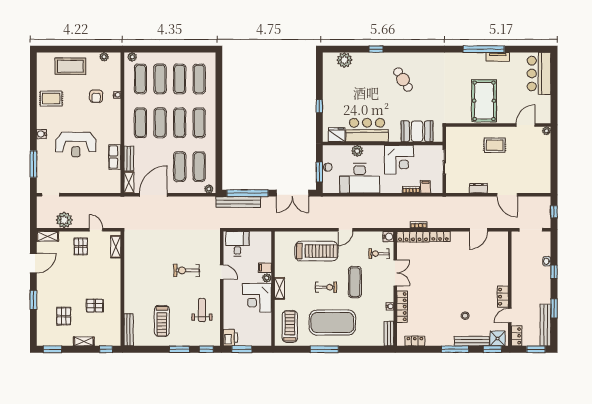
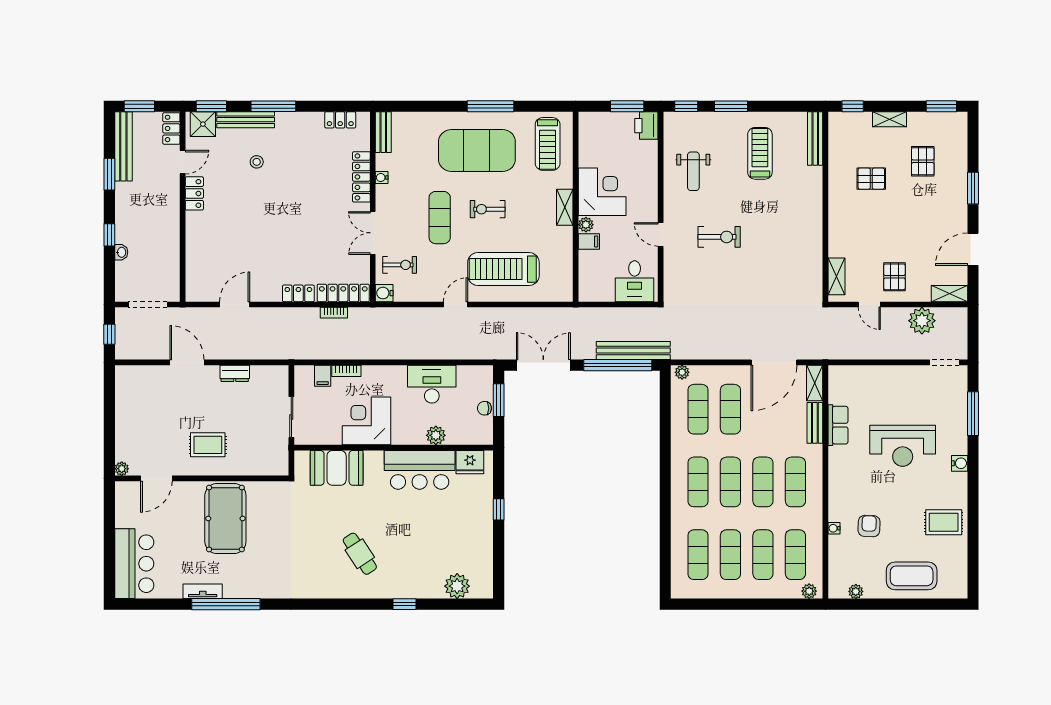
reception desk: (76, 145) -> (903, 446), turned 180
desk: (360, 178) -> (432, 384), width x0.73, depth x0.77

